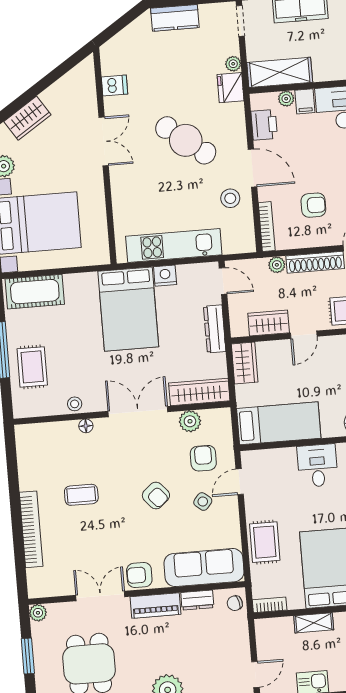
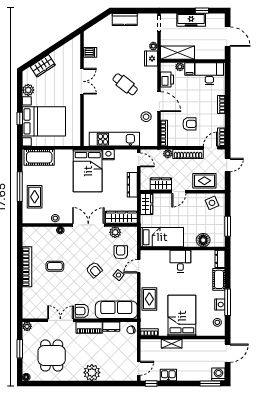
cafe table: (186, 140) -> (125, 84), width x0.73, depth x0.74
bookcase: (31, 529) -> (27, 267), moved

